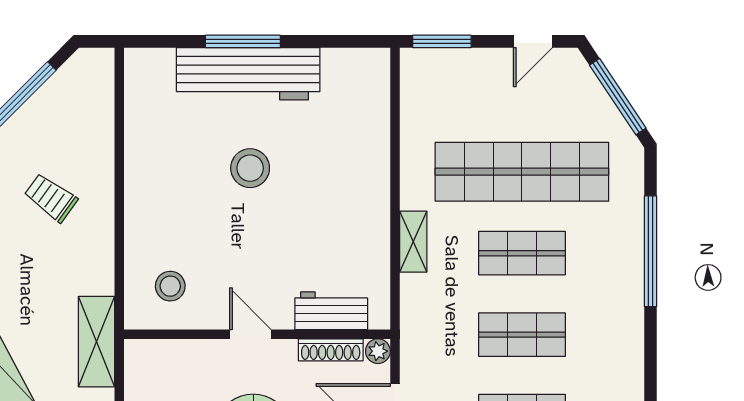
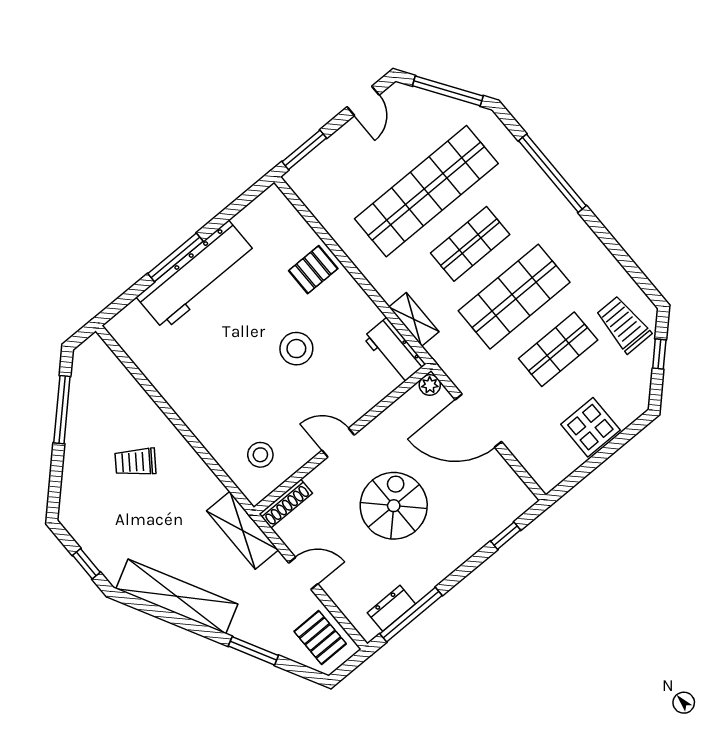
pallet: (359, 157) -> (313, 270), added
stool: (250, 168) -> (296, 349), moved
shelving: (413, 242) -> (414, 319), moved
workbench: (331, 311) -> (394, 351), moved, turned -90
shop shelf: (522, 335) -> (514, 297), width x1.43, depth x1.36
shoe rack: (331, 350) -> (286, 504), moved

